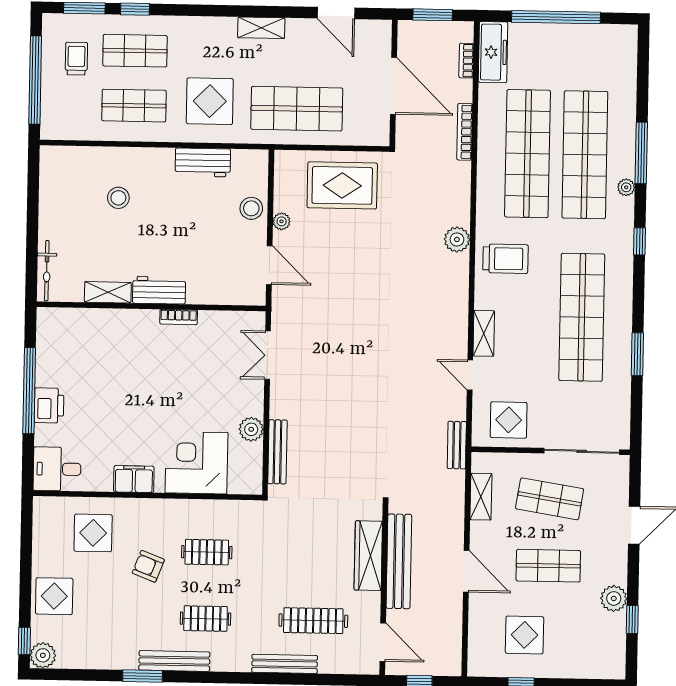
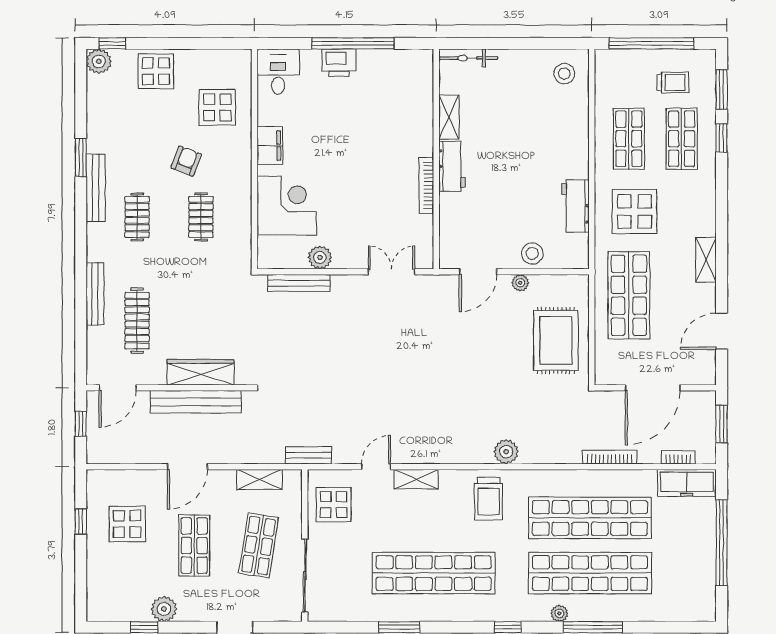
stool: (118, 198) -> (564, 74), moved
bookcase: (179, 317) -> (426, 186), width x1.56

